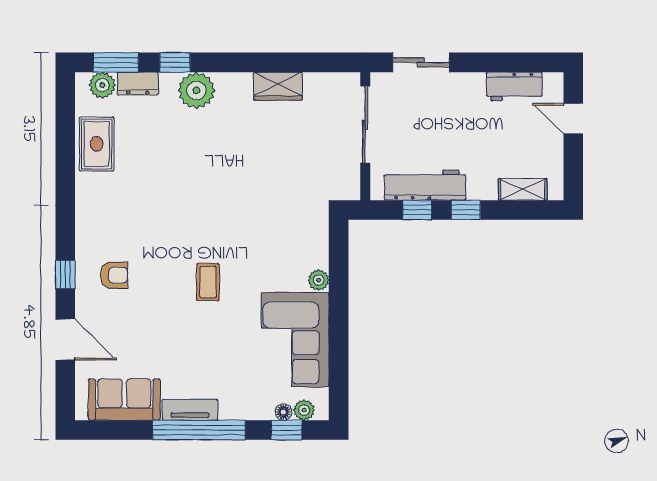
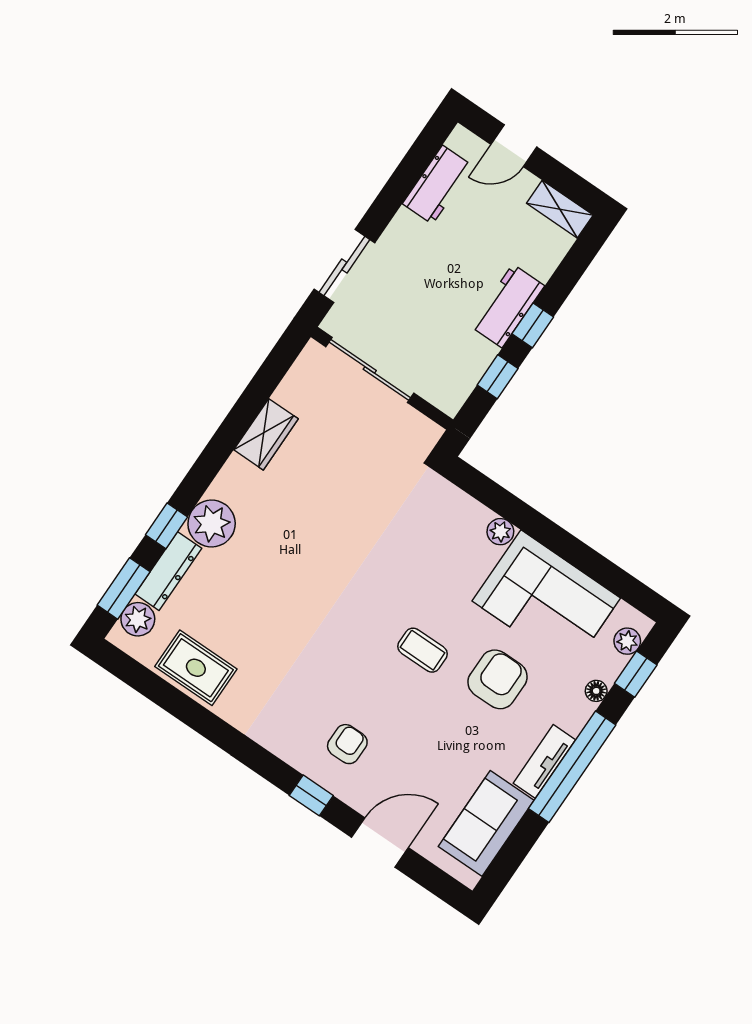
dresser: (138, 84) -> (168, 571), width x1.44
workbench: (425, 185) -> (507, 306), moved, width x0.73
shelving: (523, 189) -> (560, 209), moved, turned 90
armchair: (222, 343) -> (498, 679), added
floor lamp: (283, 412) -> (596, 691), moved

